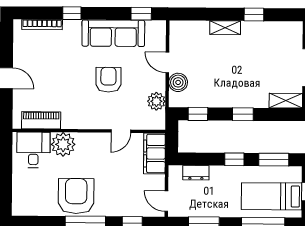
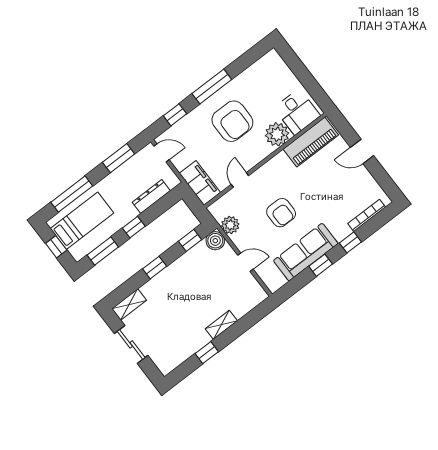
window: (141, 14) -> (321, 265), moved
boiler: (178, 82) -> (215, 241), moved
piano: (41, 120) -> (311, 142), width x1.37, depth x1.33
dresser: (196, 173) -> (151, 197), width x1.44
armchair: (76, 196) -> (232, 121), moved

